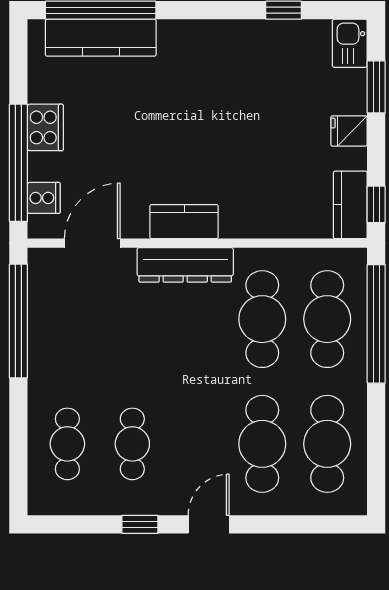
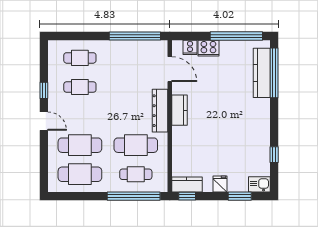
cooker: (45, 127) -> (208, 48), moved
window: (18, 163) -> (236, 36), moved
cafe table: (327, 319) -> (136, 174), width x0.73, depth x0.74

